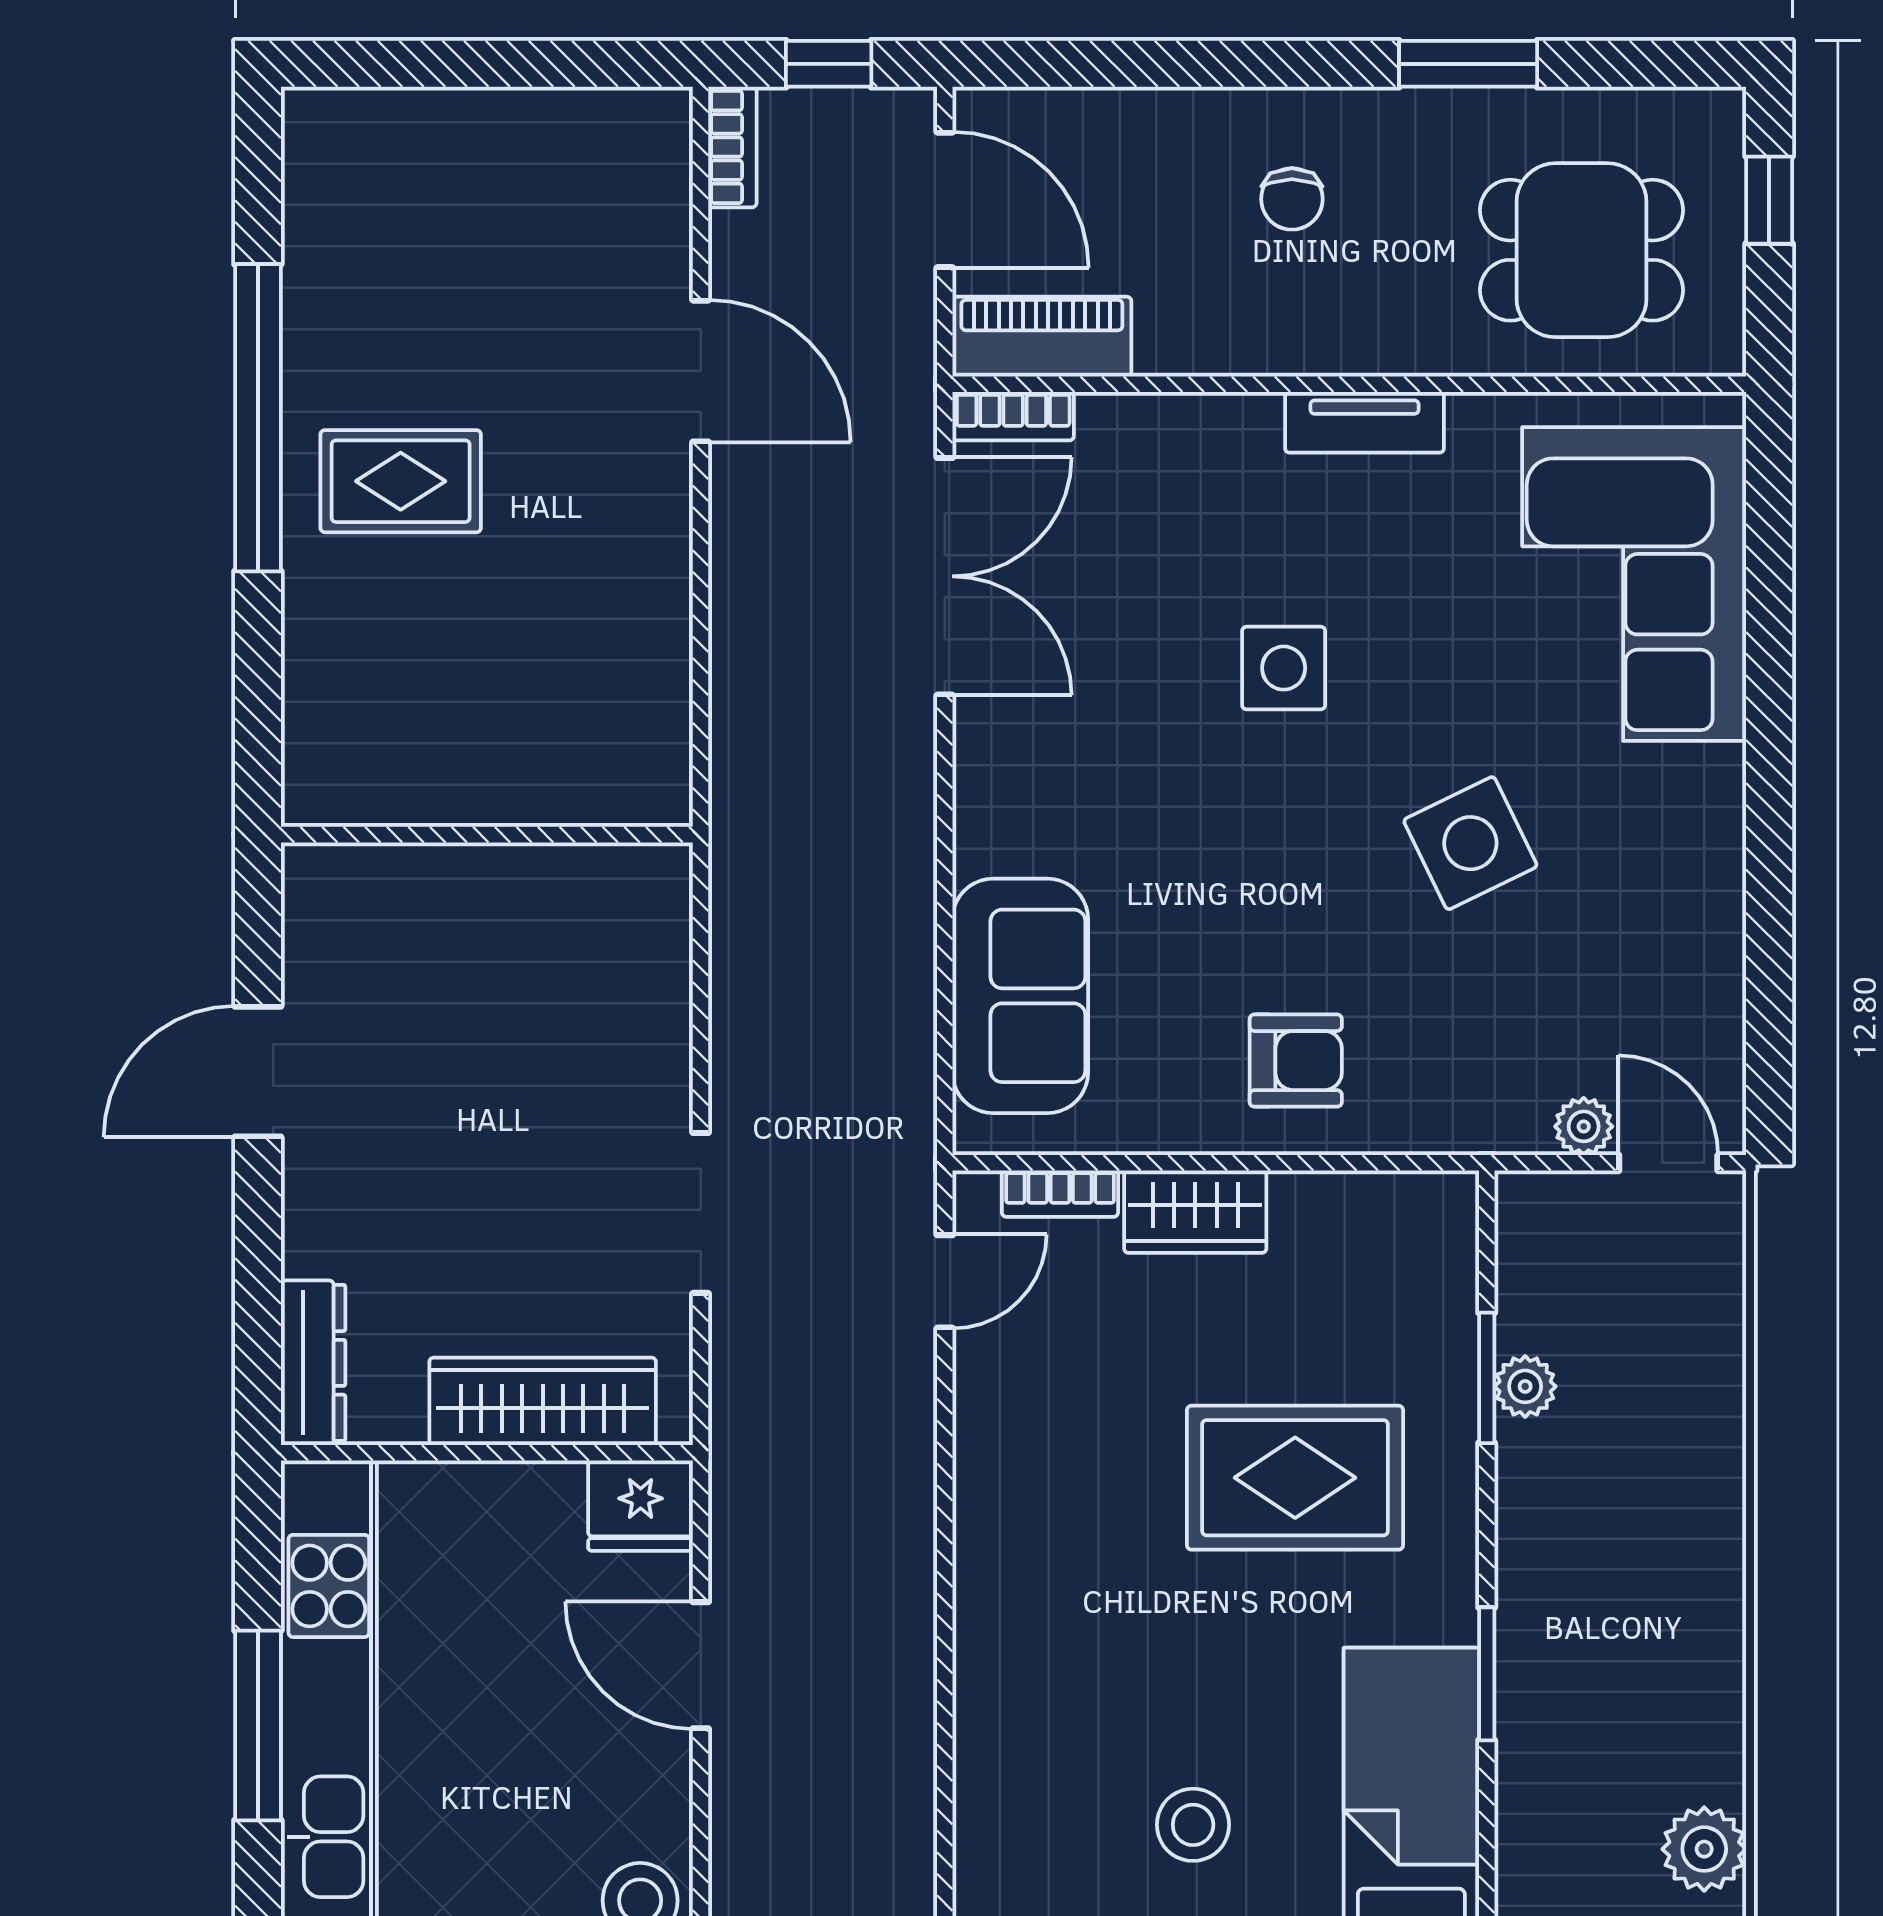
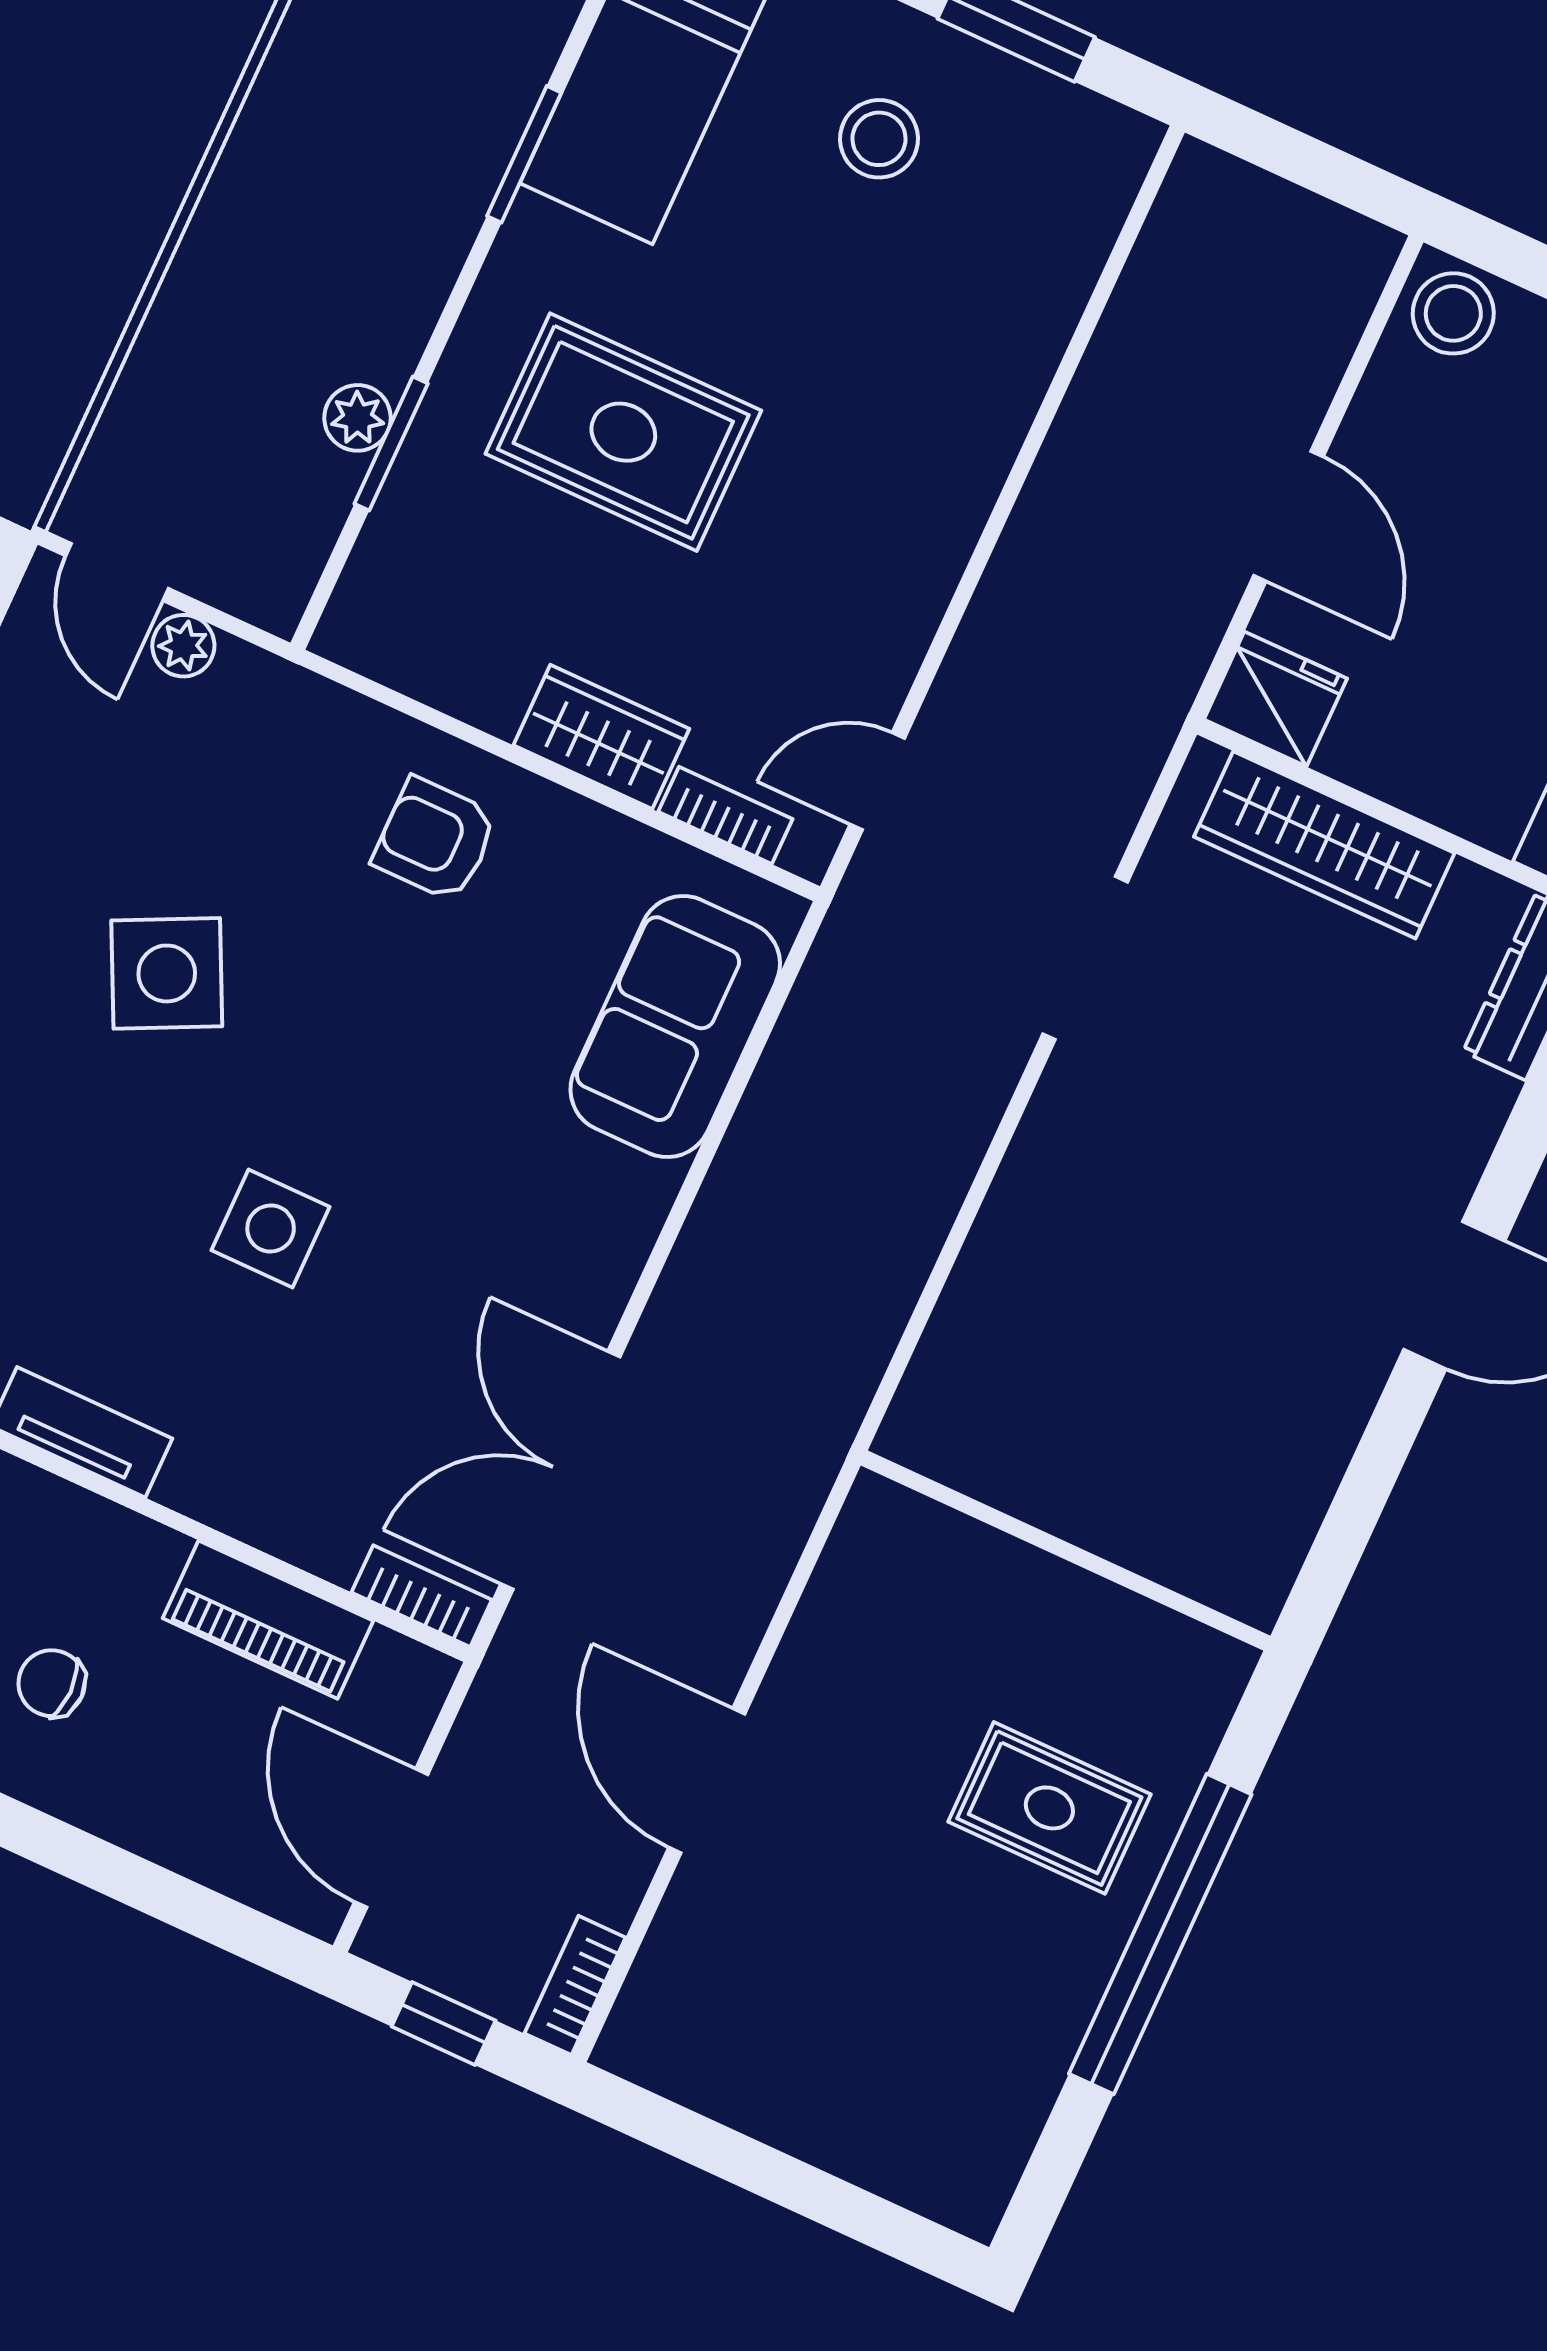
chair: (1292, 199) -> (52, 1683), turned -90
piano: (1042, 337) -> (268, 1620), moved
wall: (487, 835) -> (1066, 1551), moved

